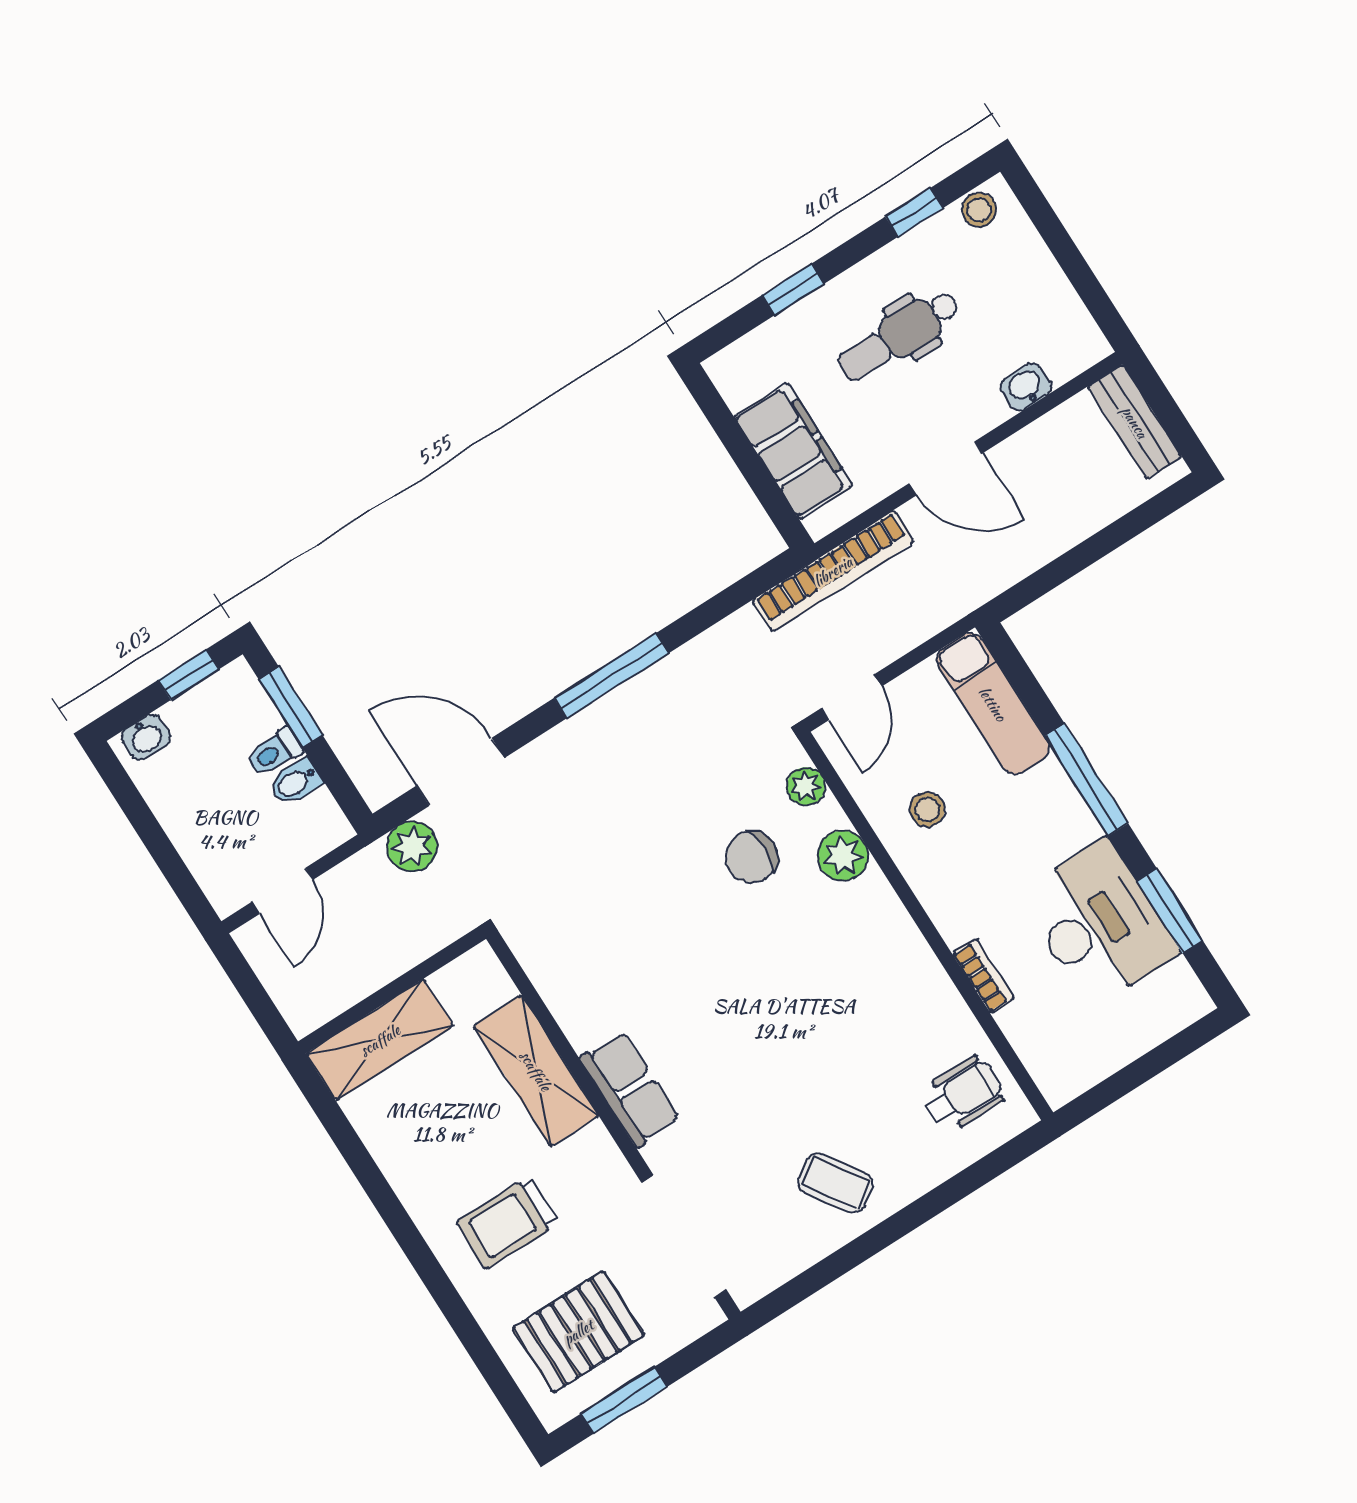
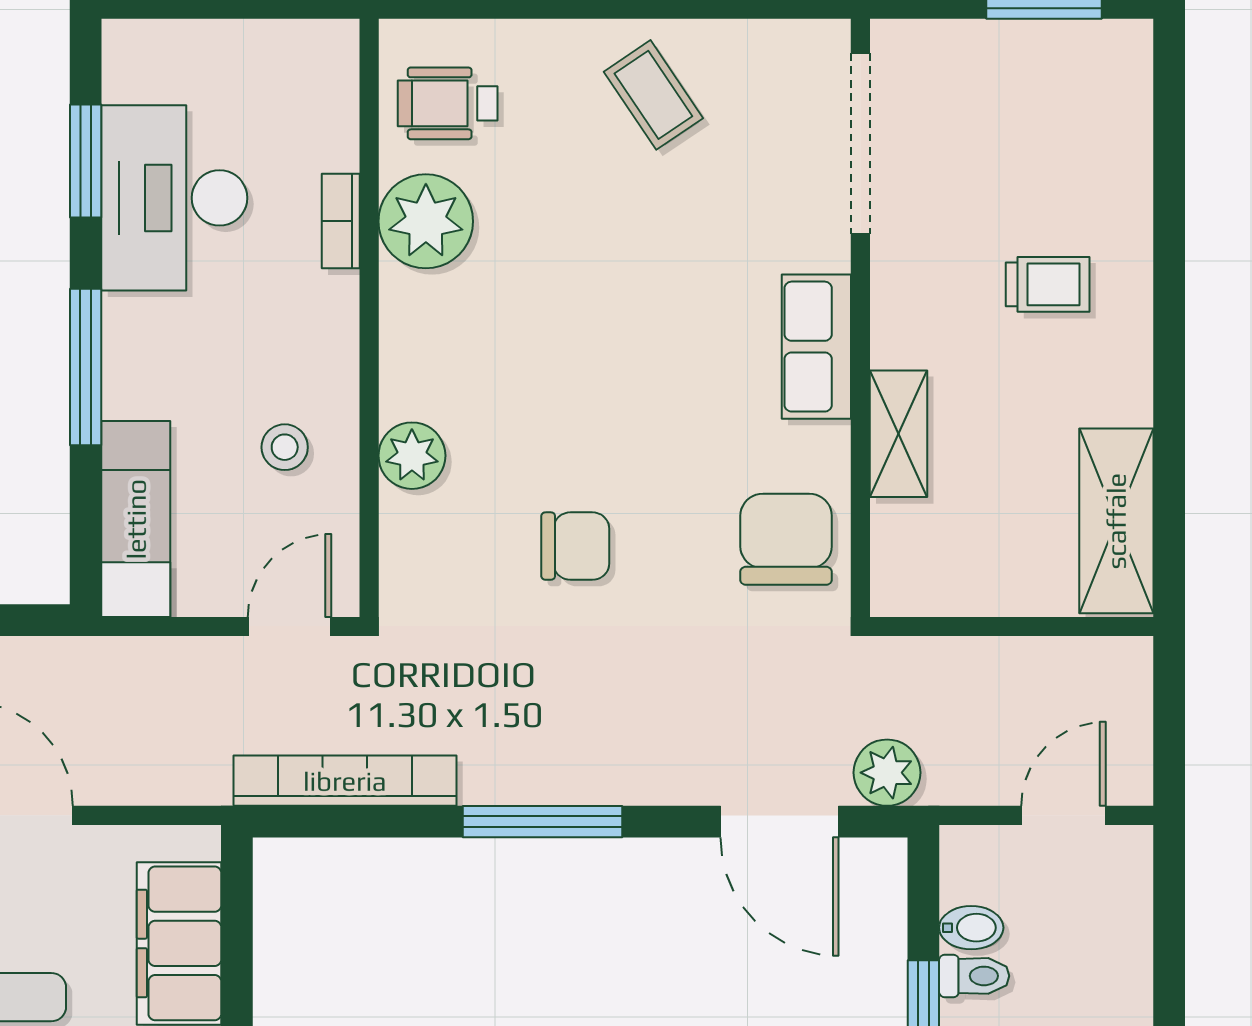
bookcase: (833, 571) -> (345, 781), moved
plant: (806, 786) -> (426, 221), moved, width x1.88, depth x1.88
chair: (752, 857) -> (575, 546), moved
chair: (571, 954) -> (786, 539), added
shelving: (380, 1040) -> (1116, 521), moved, turned 90
shelving: (536, 1071) -> (898, 434), width x0.67, depth x0.75
trolley: (508, 1222) -> (1048, 284), width x0.73, depth x0.72
pallet: (578, 1332) -> (1047, 112), removed

